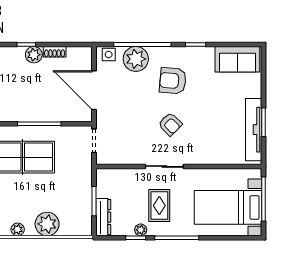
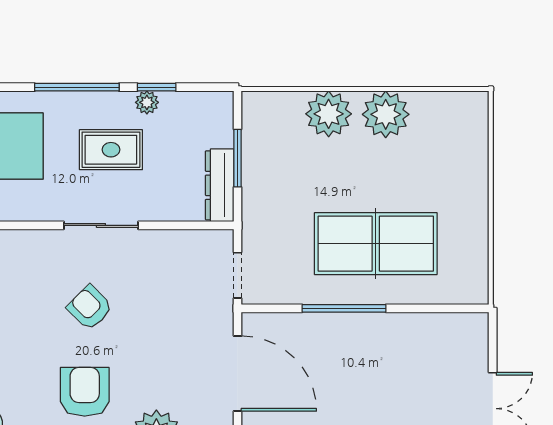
armchair: (173, 81) -> (85, 392), turned -95
rug: (159, 206) -> (111, 150), turned 90
dresser: (103, 217) -> (220, 185), moved
plant: (18, 229) -> (386, 114), width x1.87, depth x1.87

